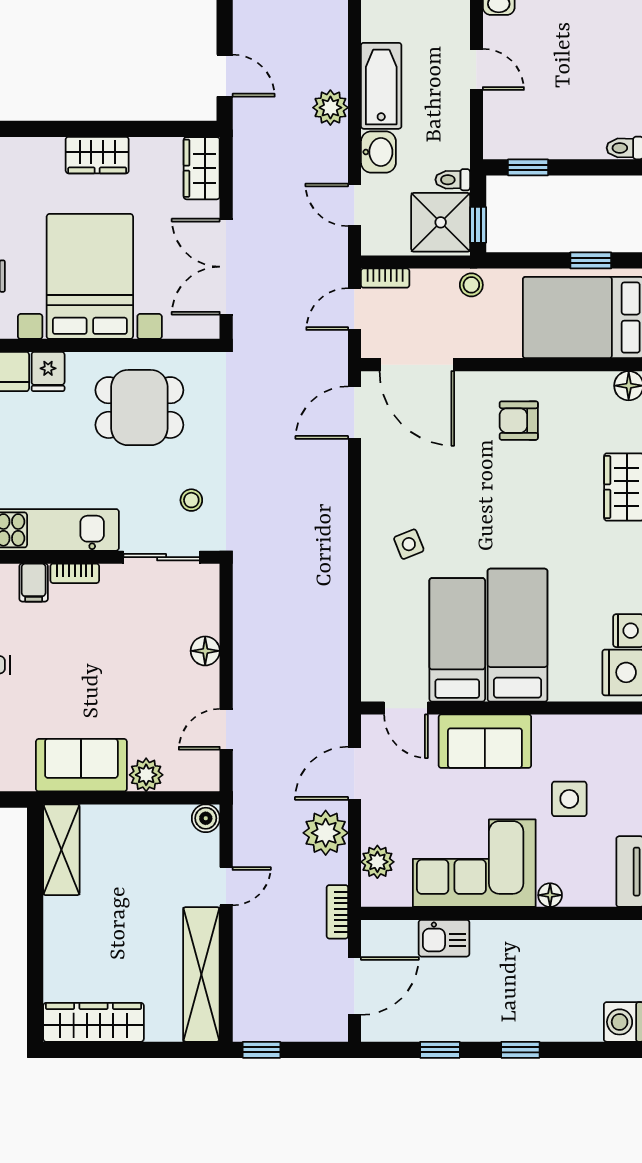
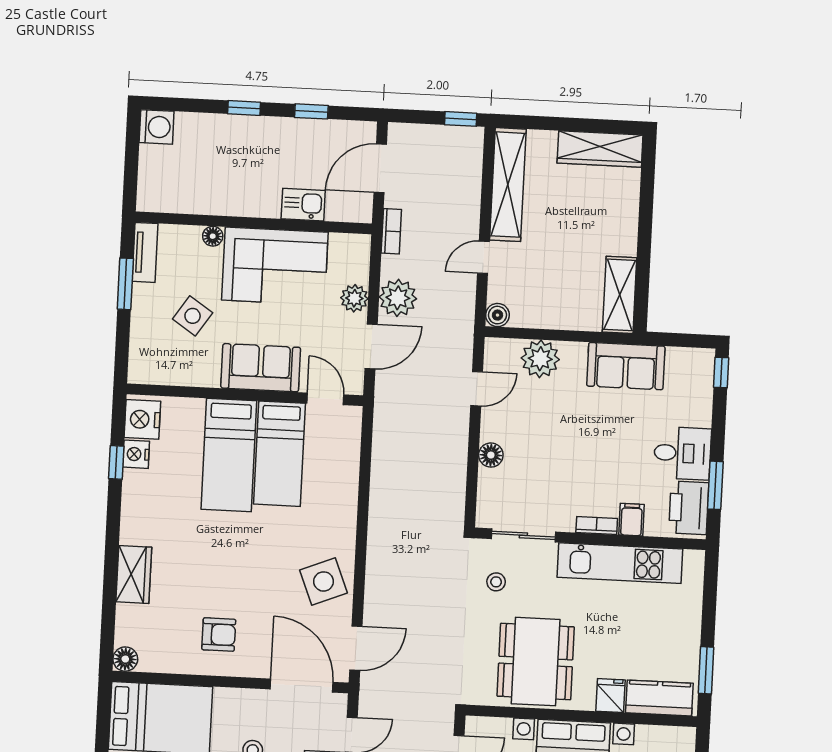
dining table: (139, 408) -> (536, 662), width x1.37
side table: (409, 544) -> (324, 581), moved, width x1.87, depth x1.87
sofa: (81, 765) -> (626, 366), moved
plant: (146, 775) -> (540, 359), width x1.36, depth x1.36
side table: (569, 799) -> (193, 316), turned 34
plant: (377, 862) -> (354, 298), moved

